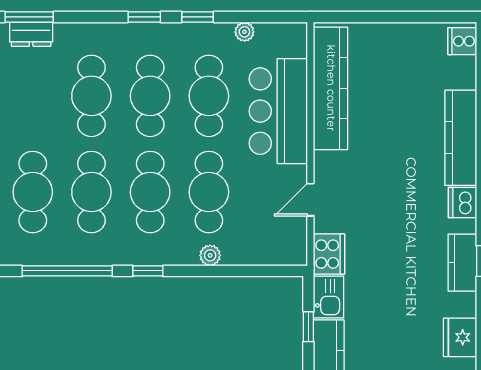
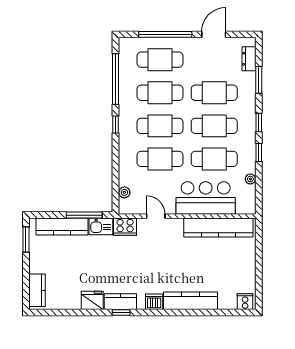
window: (29, 17) -> (259, 80), moved
plant: (210, 255) -> (124, 192), moved
window: (308, 327) -> (84, 215), width x2.17
fridge: (460, 337) -> (92, 300), moved

